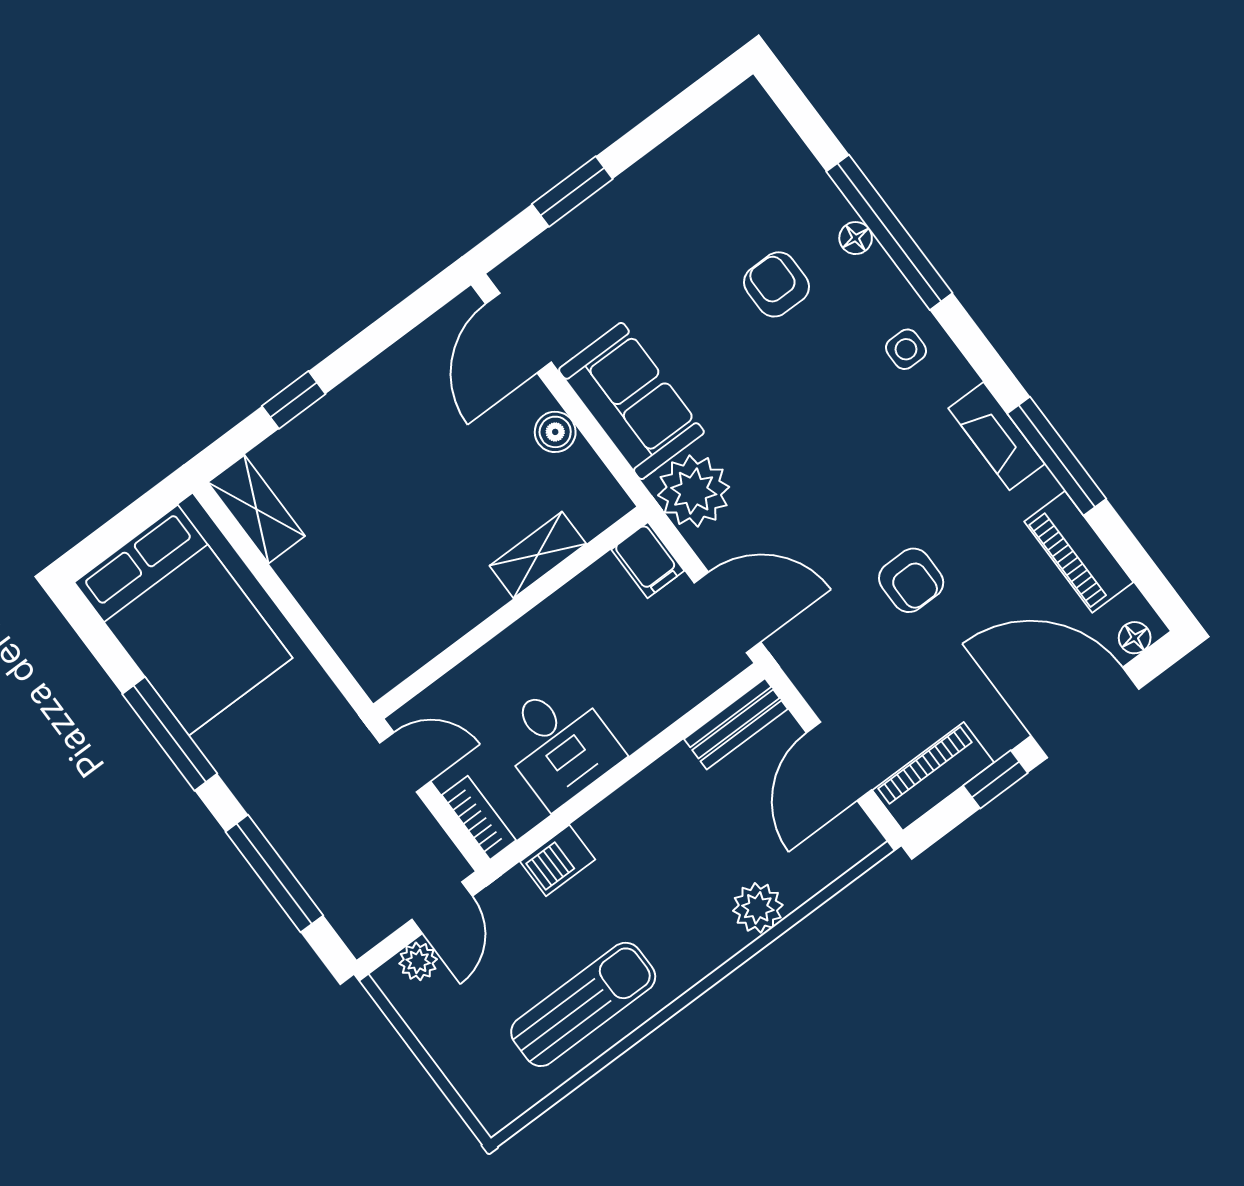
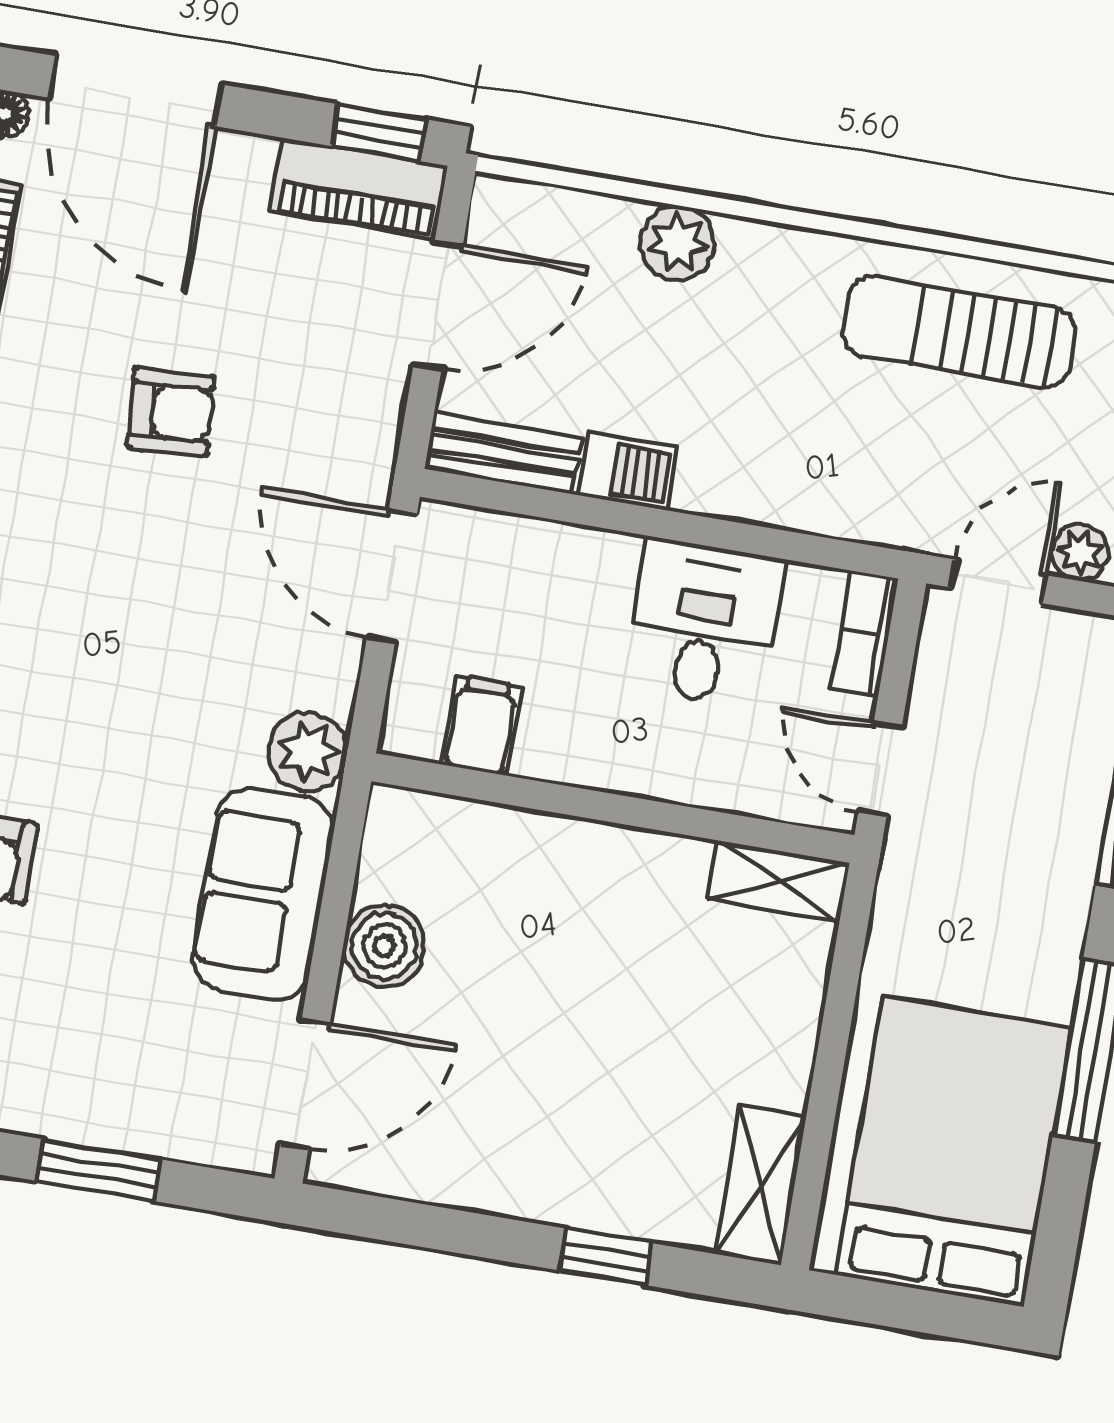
boiler: (555, 432) -> (384, 946), width x1.36, depth x1.36
plant: (694, 491) -> (308, 752), width x0.73, depth x0.73
shelving: (538, 555) -> (779, 881), moved
filing cabinet: (648, 560) -> (482, 726), moved
armchair: (911, 580) -> (171, 412), turned 86
window: (995, 779) -> (379, 133), moved
barbecue: (558, 860) -> (627, 471), moved

